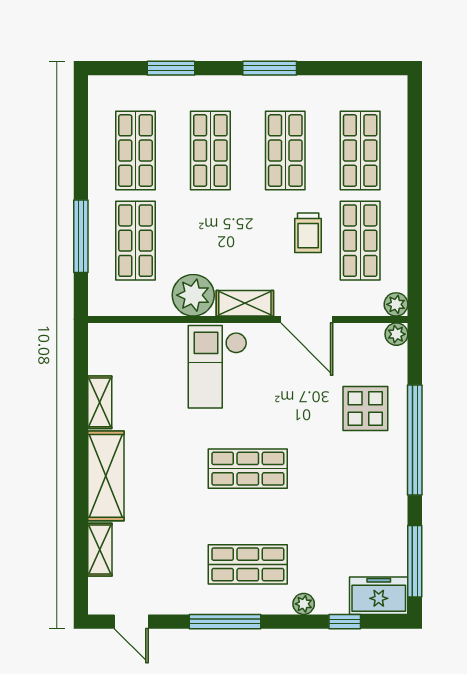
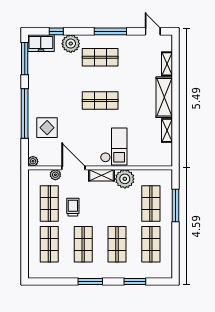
plant: (396, 304) -> (55, 175), moved
plant: (304, 604) -> (71, 44), width x1.87, depth x1.87

